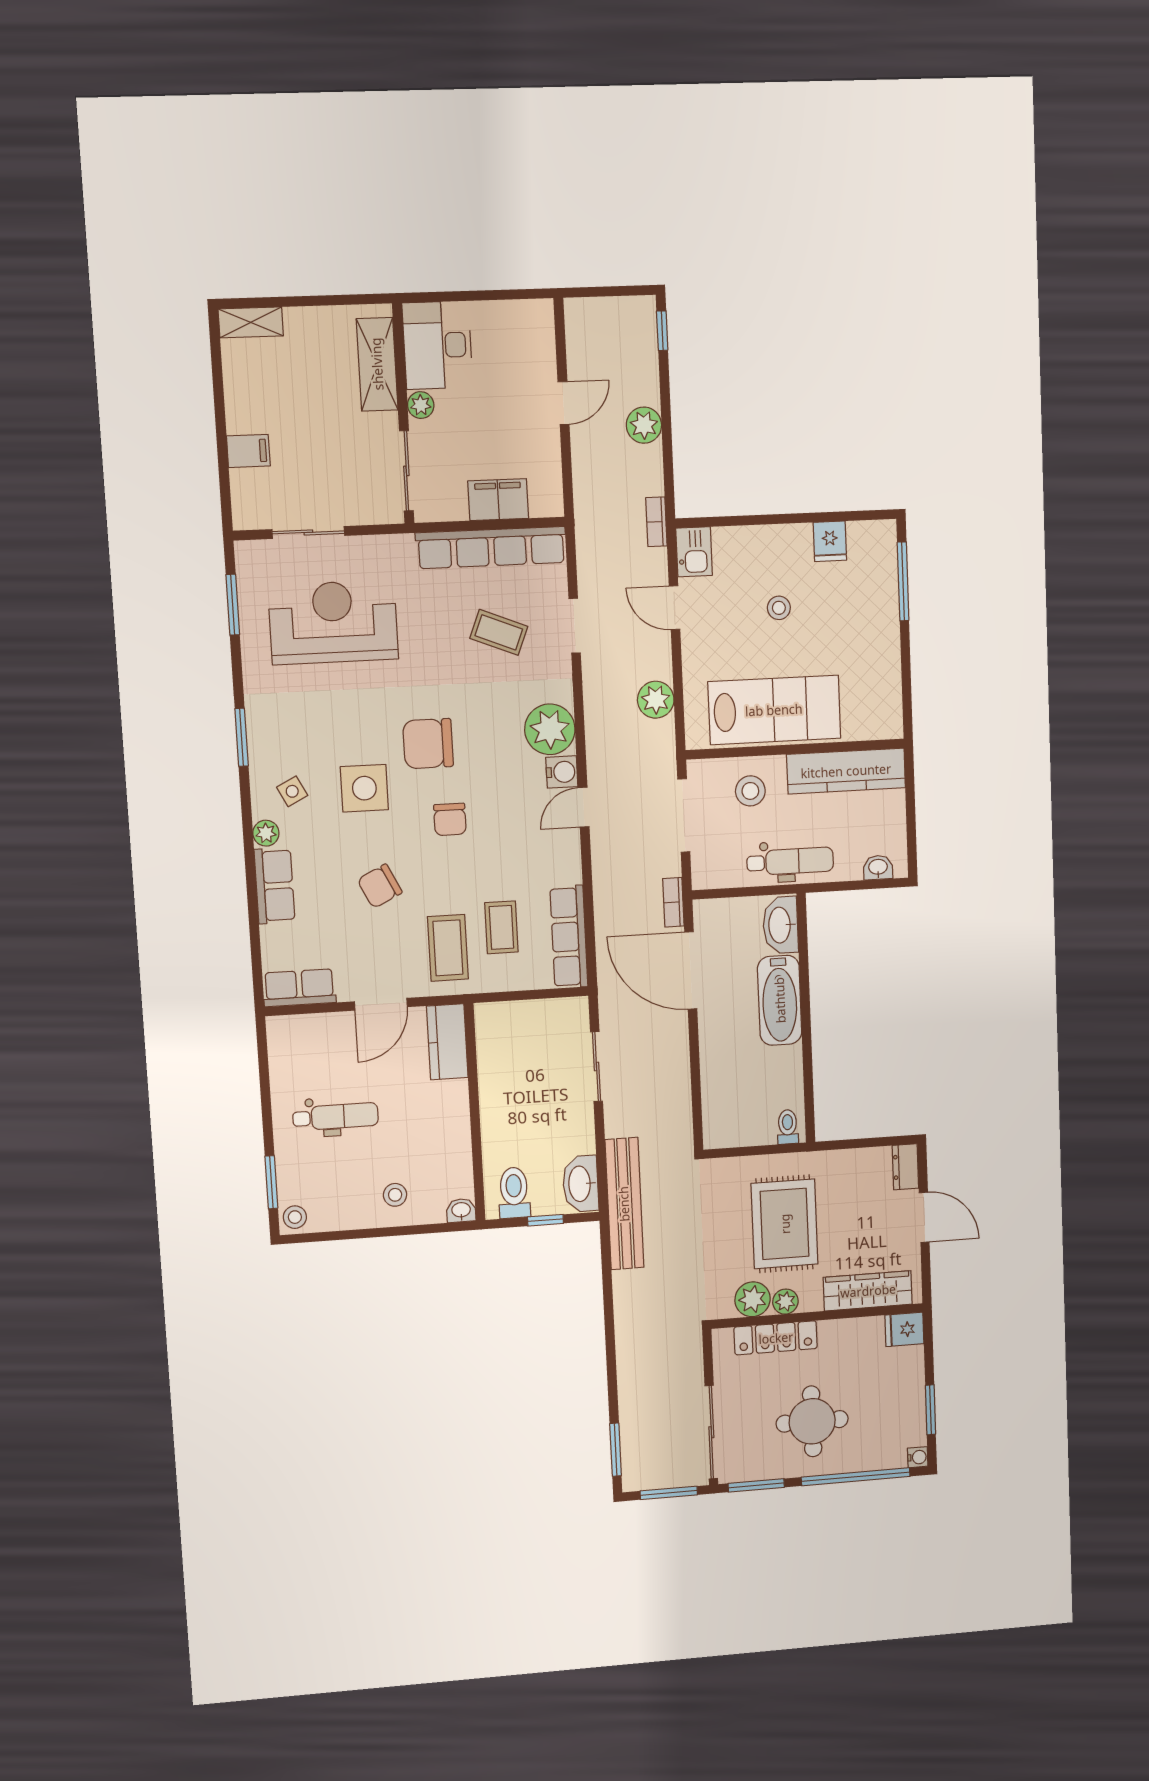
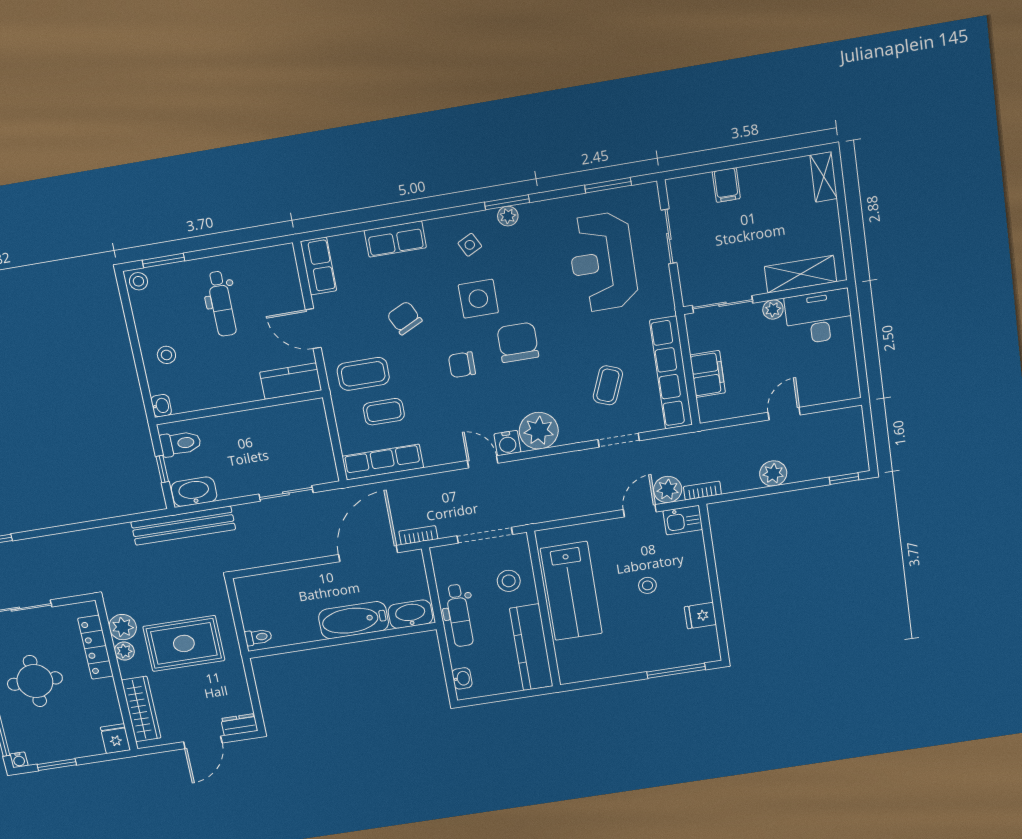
door: (564, 403) -> (784, 414), swing flipped
reception desk: (333, 622) -> (603, 262), turned 180
plant: (656, 700) -> (668, 490), moved
plant: (266, 833) -> (508, 216), moved

